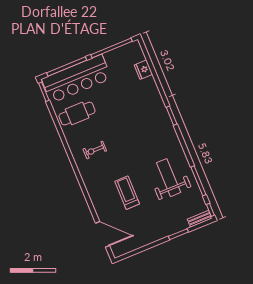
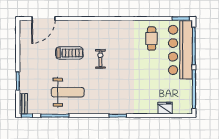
cafe table: (77, 114) -> (152, 39), width x0.73, depth x0.74
exercise bike: (95, 150) -> (100, 59), moved

